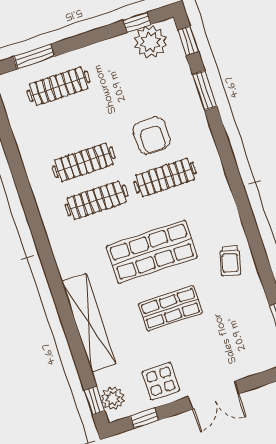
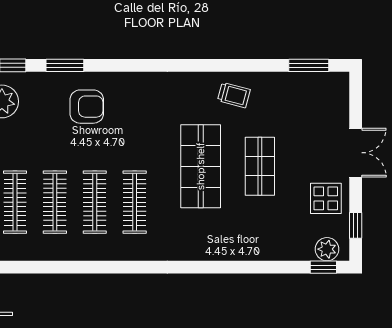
armchair: (152, 136) -> (87, 107), moved
clothes rail: (165, 177) -> (55, 202), moved
shelving: (89, 322) -> (248, 248), removed

